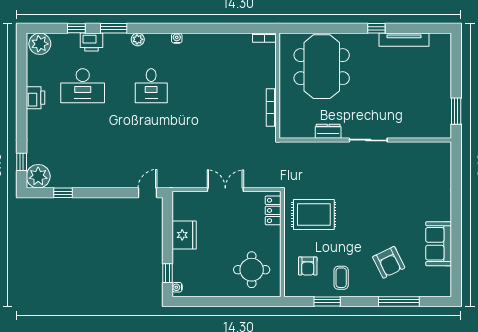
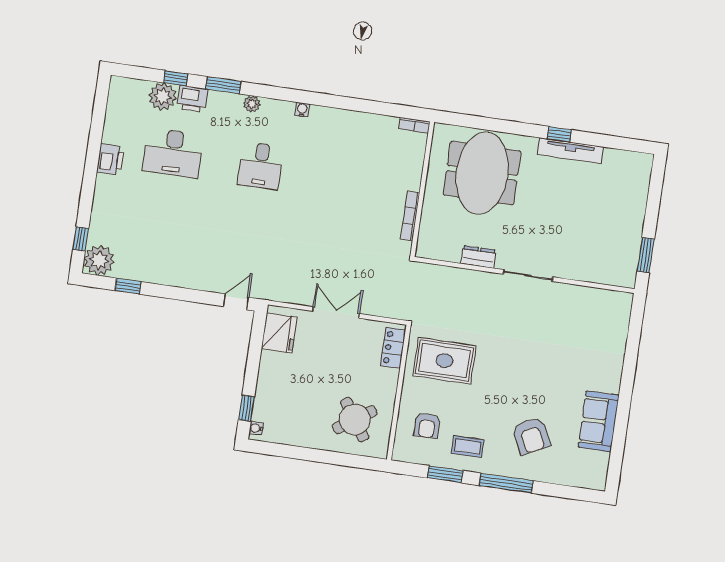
tv unit: (404, 40) -> (570, 151), moved
plant: (40, 44) -> (163, 97), moved
fridge: (184, 235) -> (279, 333), moved
round table: (252, 270) -> (355, 420), turned -34
coffee table: (341, 278) -> (468, 447), turned 90
window: (399, 301) -> (506, 483), moved

